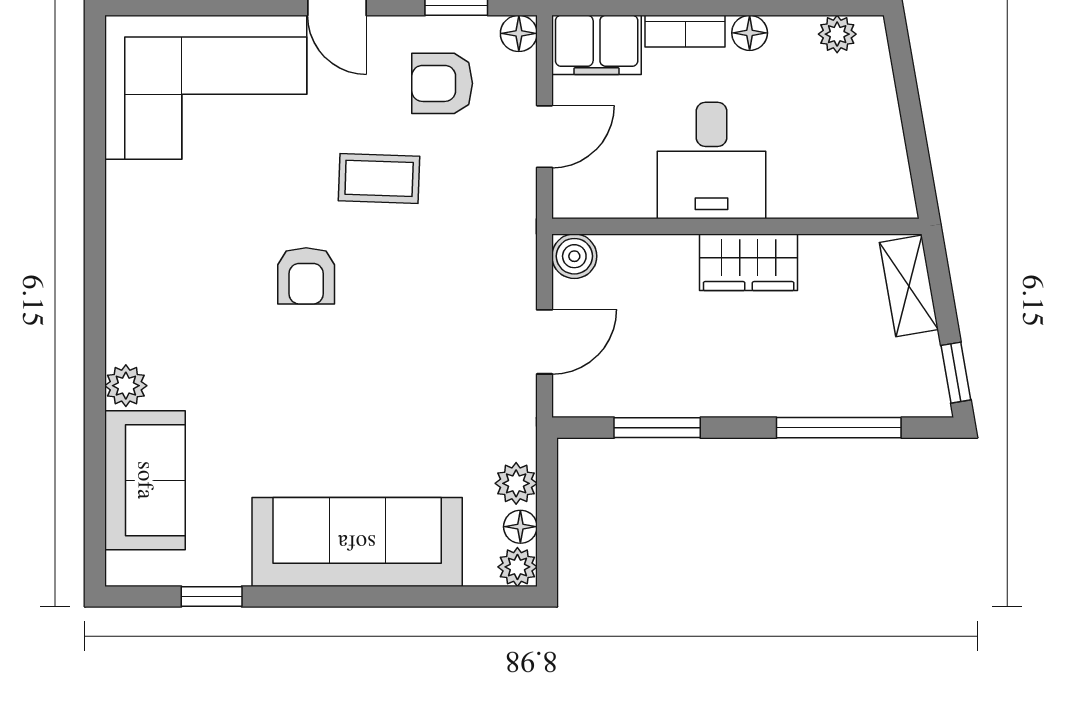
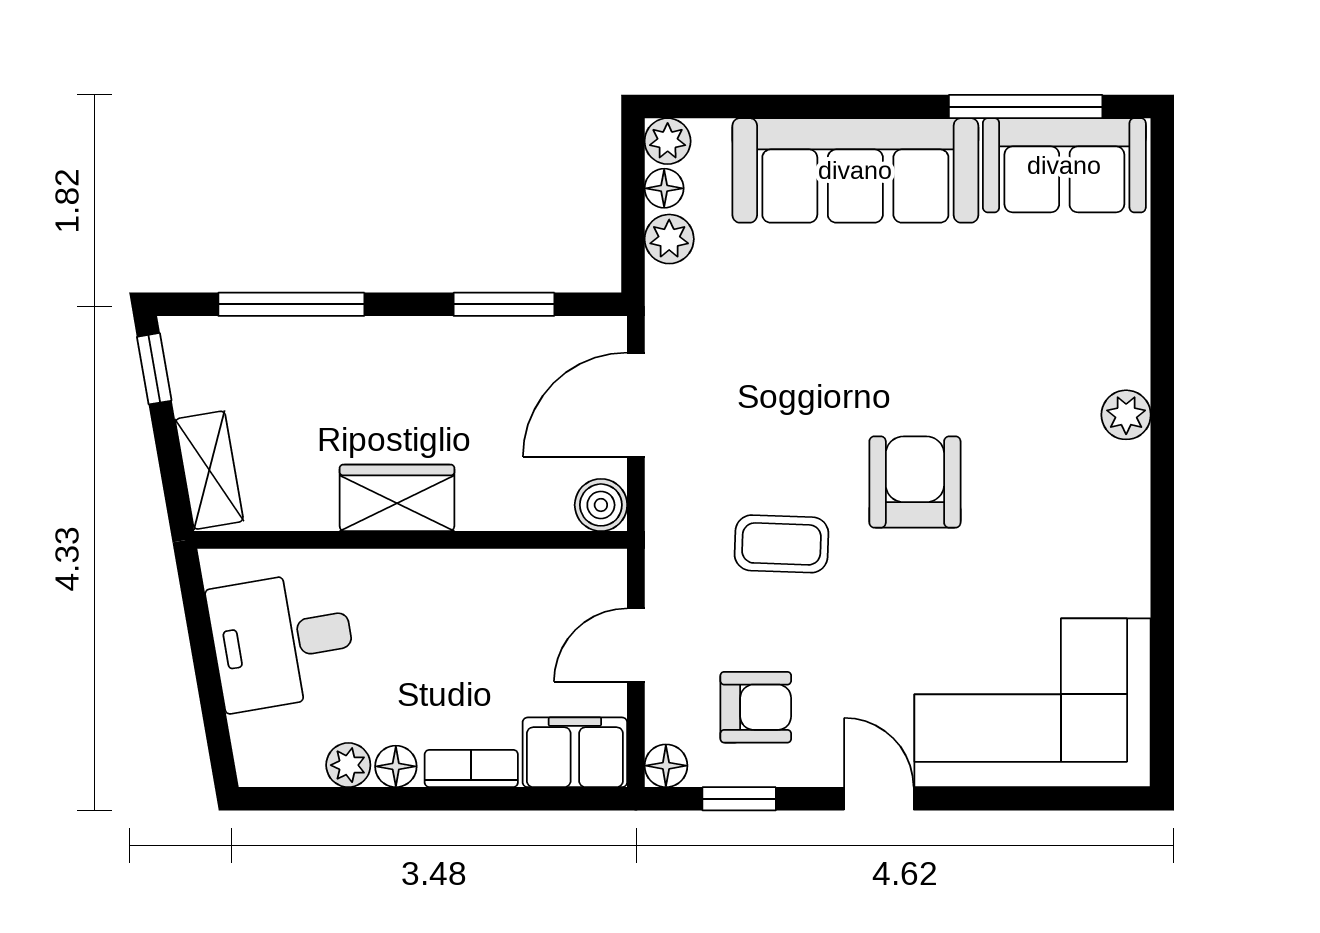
plant: (837, 34) -> (348, 765), moved
desk: (711, 161) -> (282, 641), moved, turned -100
coffee table: (379, 178) -> (782, 544), moved
armchair: (306, 276) -> (915, 482), width x1.38, depth x1.38
door: (545, 342) -> (636, 405), width x1.38
plant: (126, 386) -> (1126, 415), moved
sofa: (145, 480) -> (1064, 165), moved, turned -90
window: (212, 597) -> (1026, 107), width x2.17

